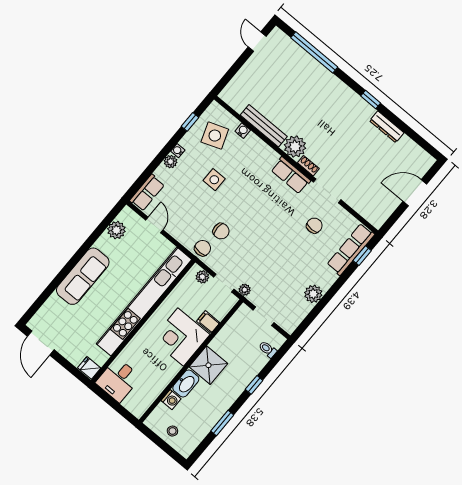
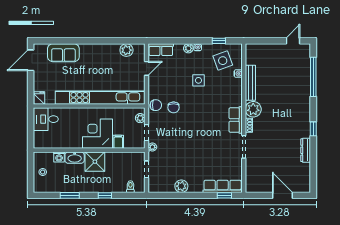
chair: (314, 226) -> (219, 156), removed
sofa: (83, 276) -> (63, 53), moved, width x0.73

